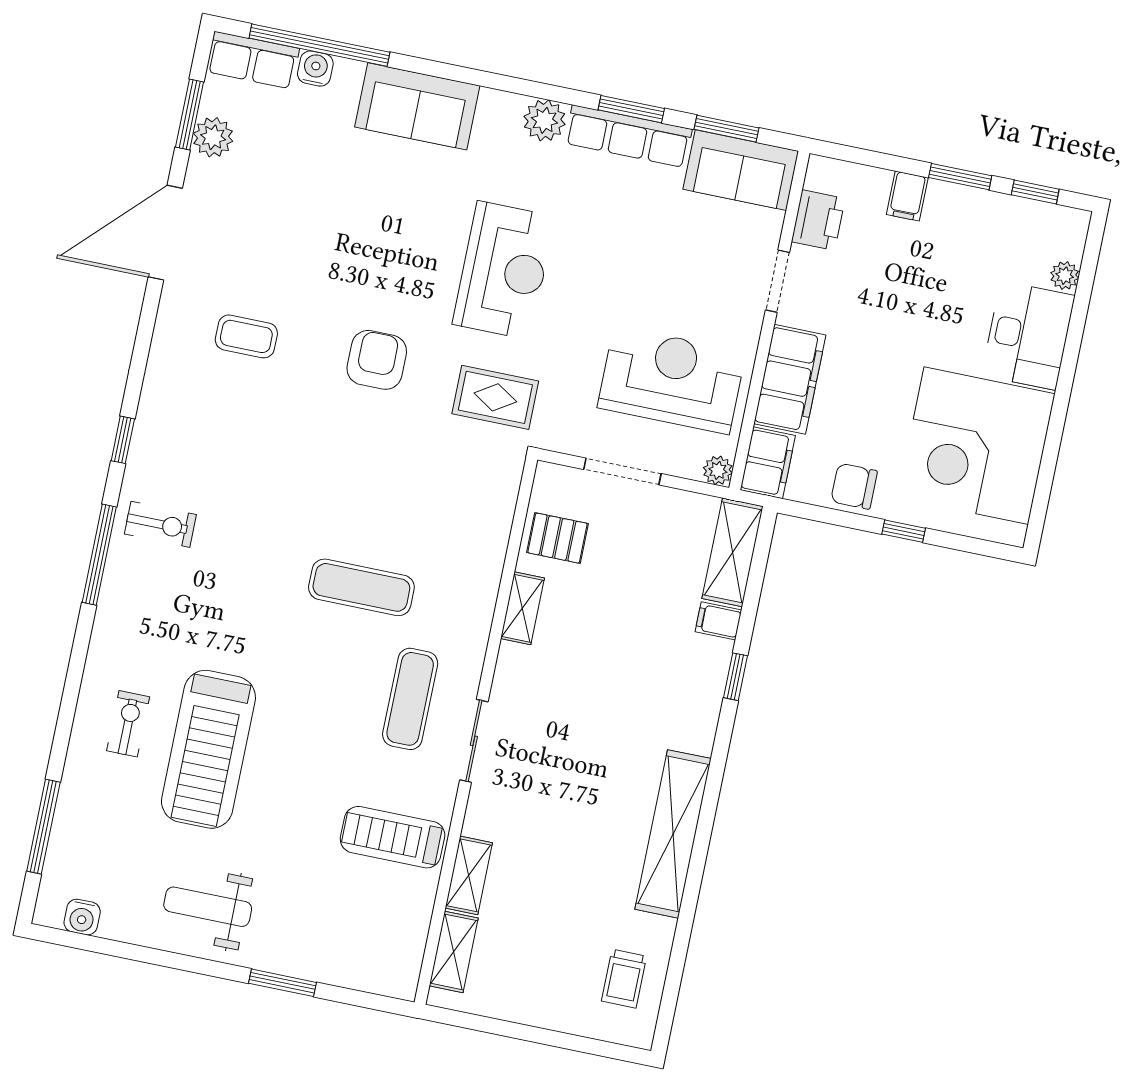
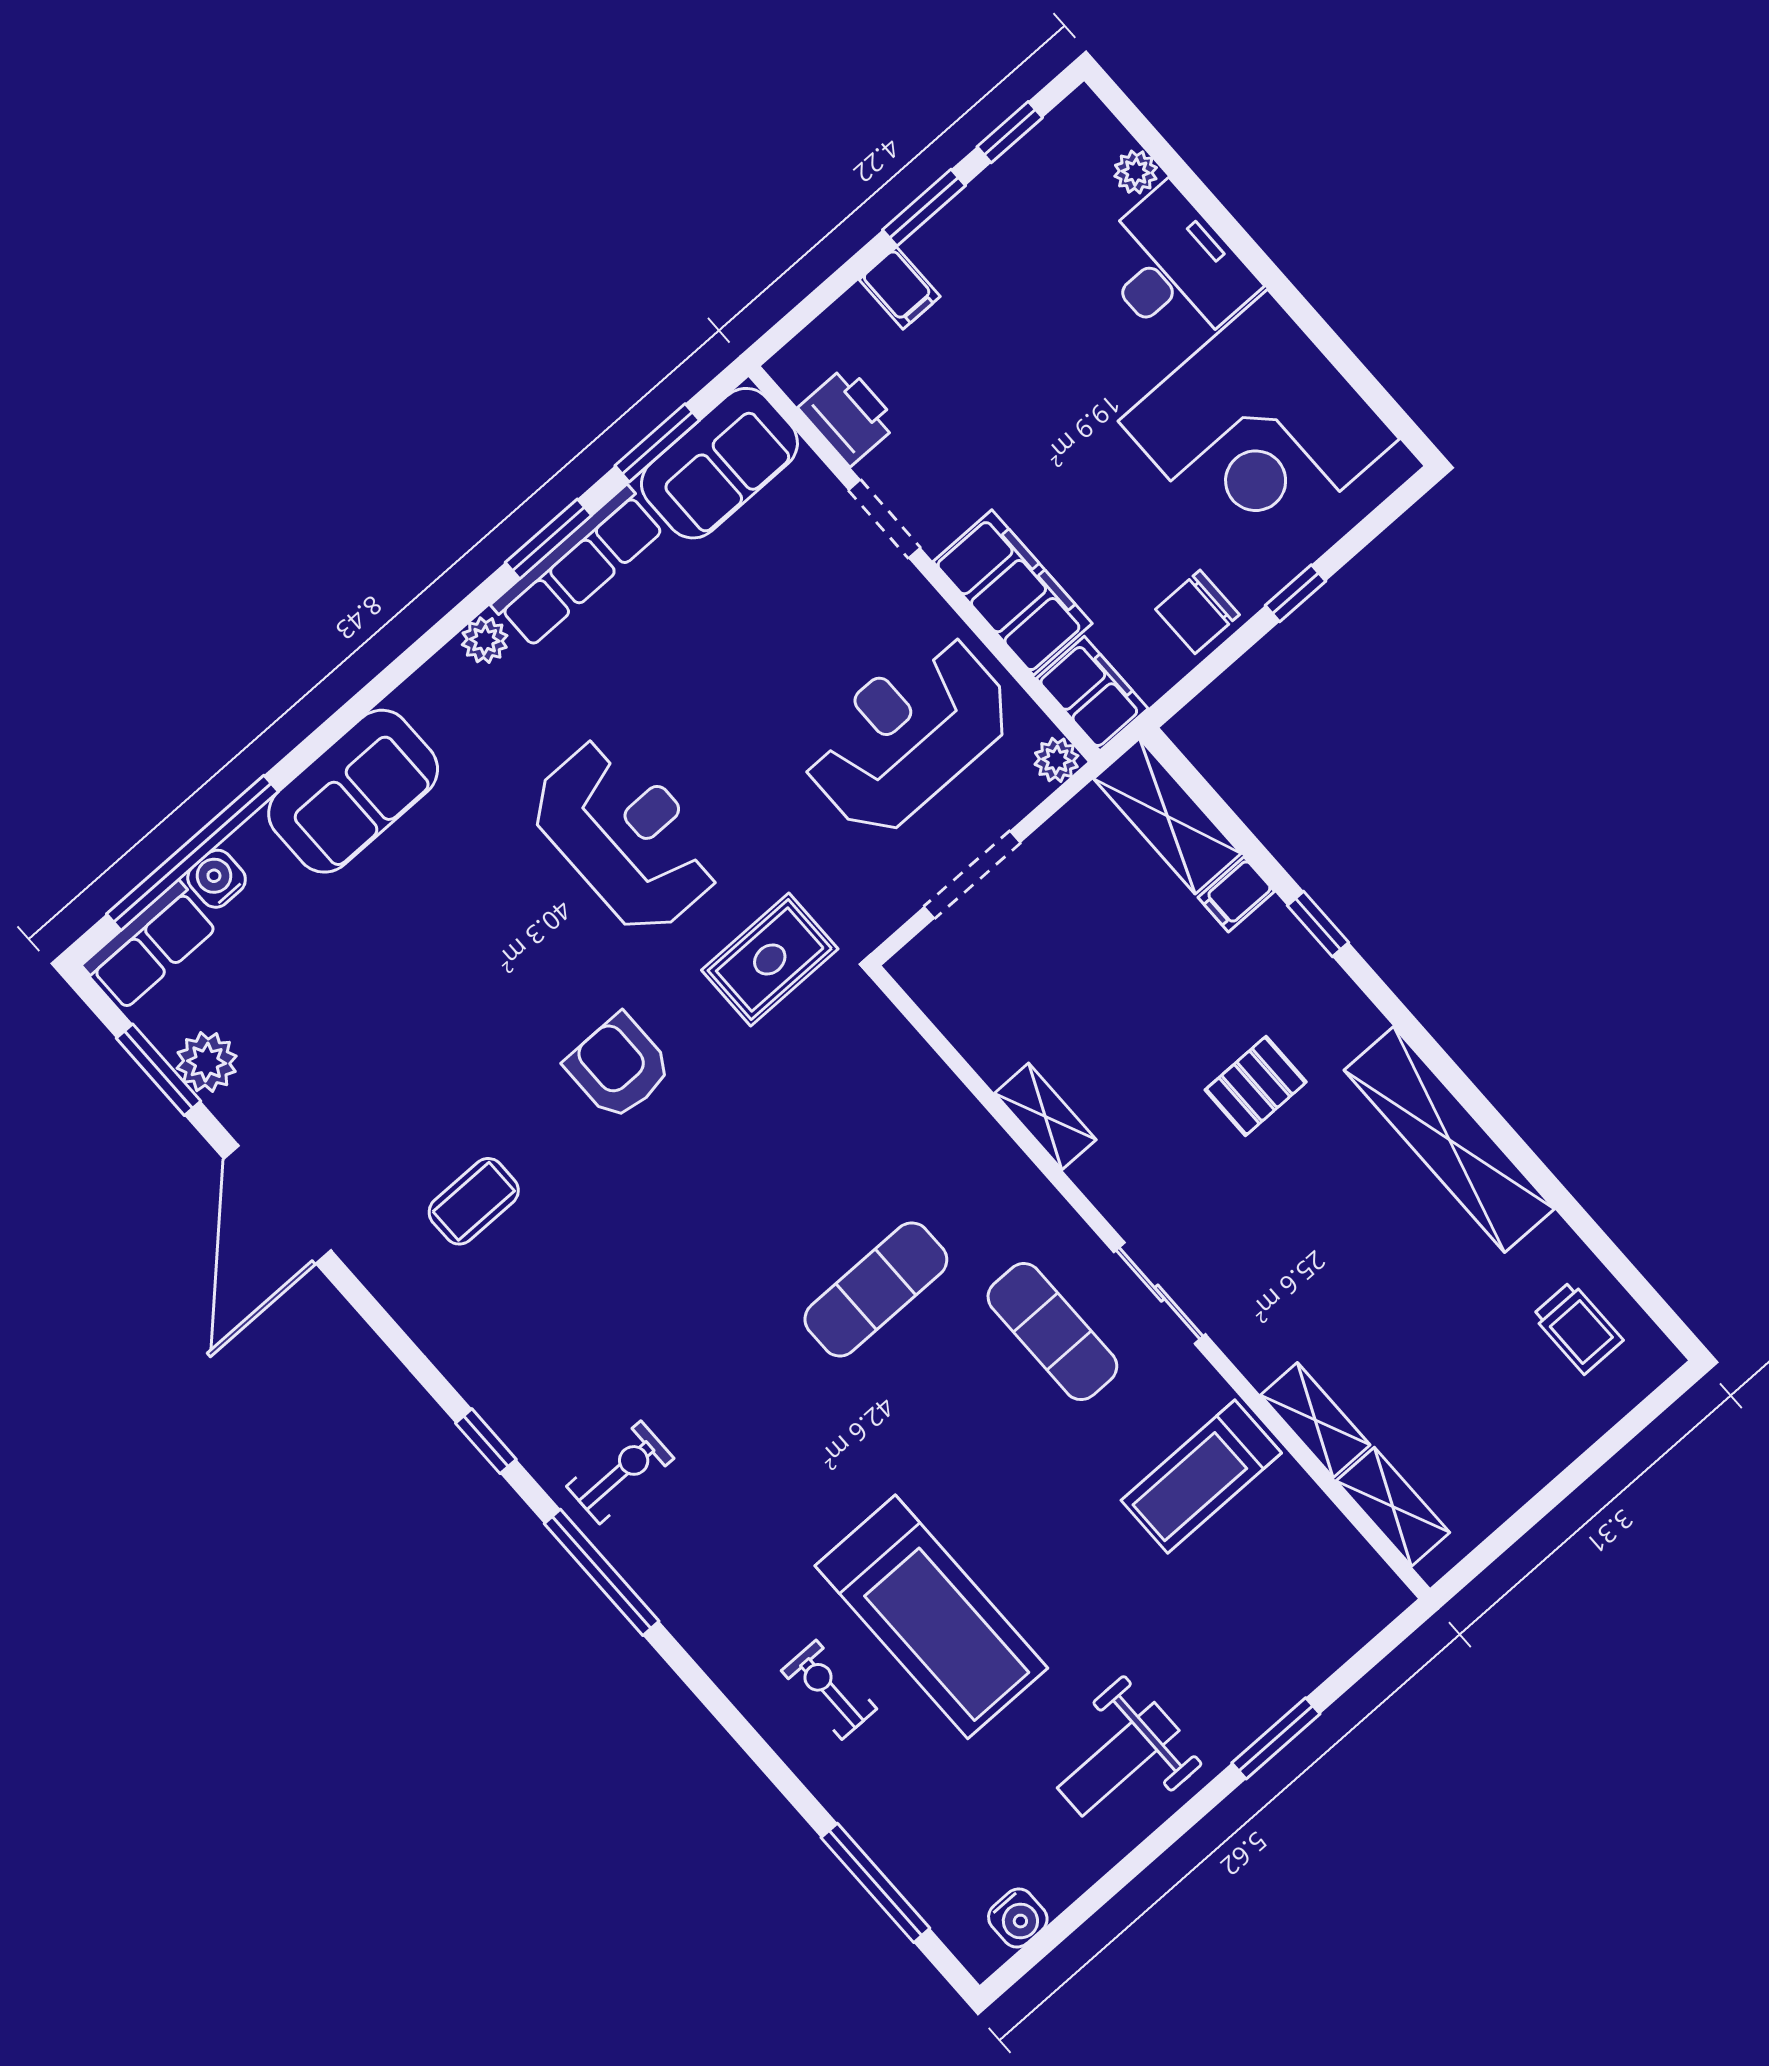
plant: (545, 120) -> (485, 640), width x0.73, depth x0.73
pallet: (558, 538) -> (1256, 1086), moved

